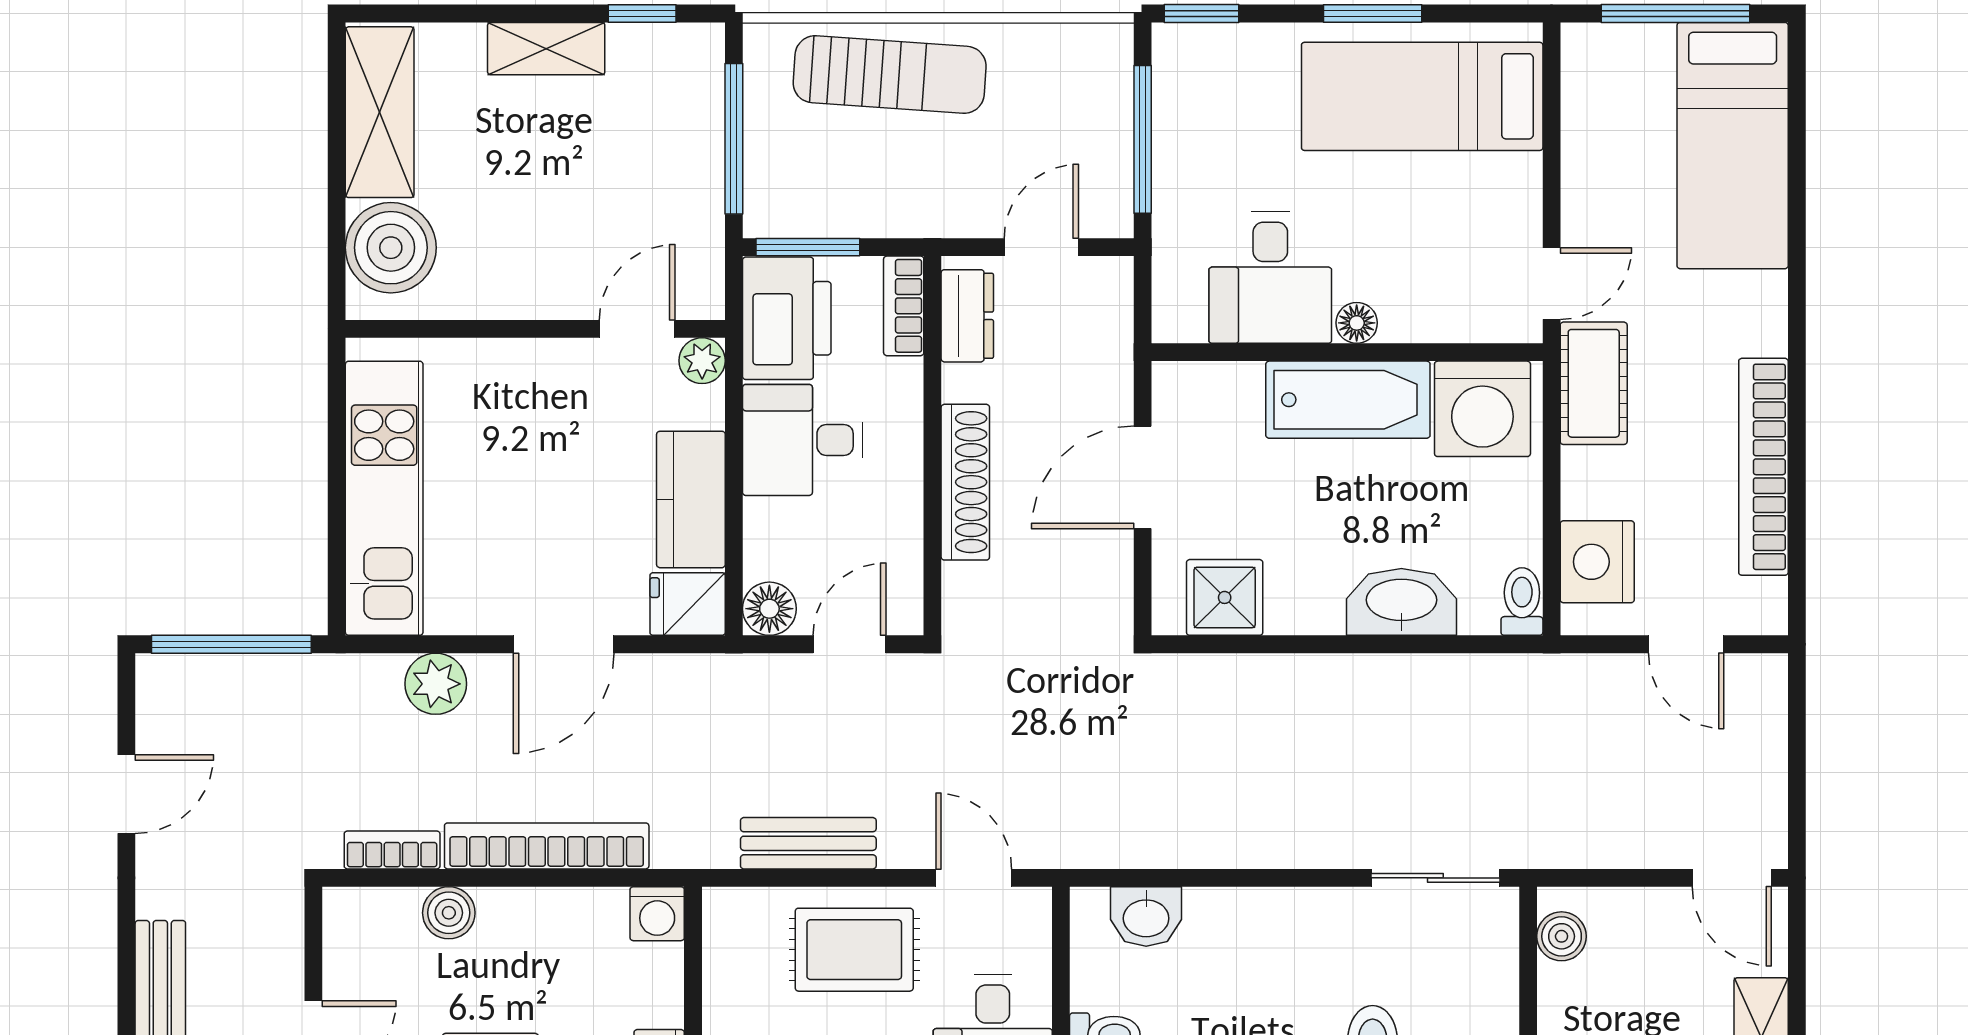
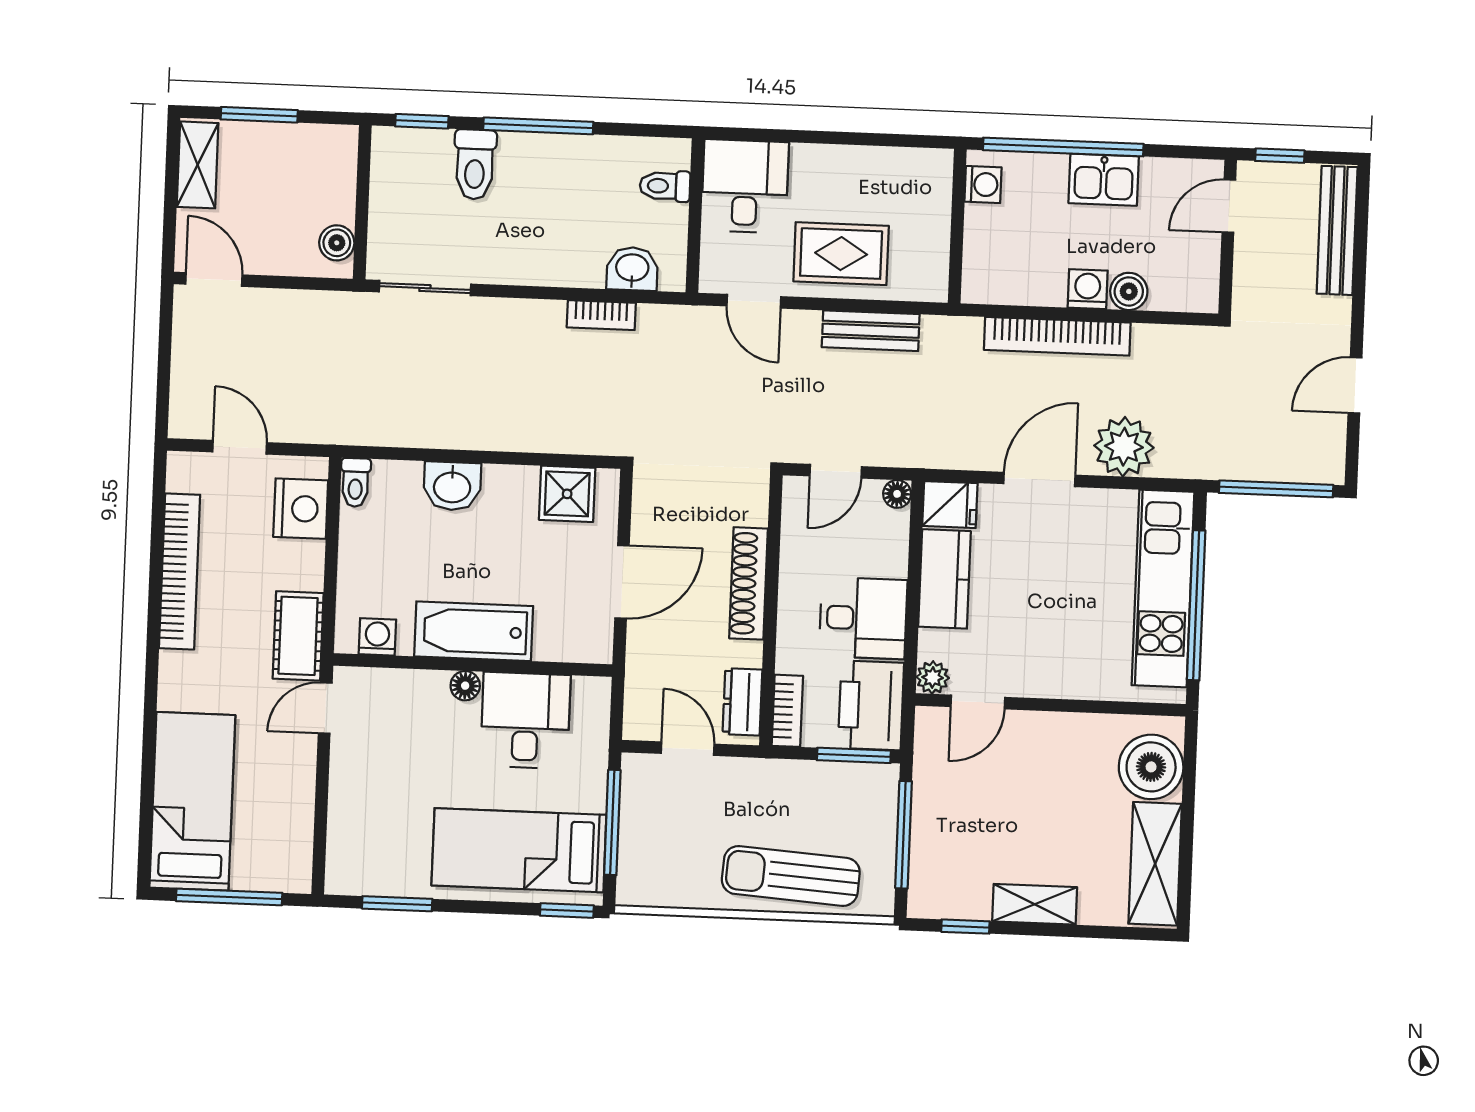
window: (1373, 13) -> (397, 904), moved
bed: (1422, 96) -> (519, 850), moved, turned 180
door: (1041, 247) -> (688, 749), swing flipped
washing machine: (1482, 409) -> (377, 637), width x0.53, depth x0.53
window: (337, 477) -> (1196, 605), added
washbasin: (1401, 602) -> (452, 486), width x0.72
floor lamp: (769, 609) -> (897, 494), width x0.73, depth x0.73
plant: (436, 684) -> (1124, 447), width x1.36, depth x1.36
bookcase: (392, 850) -> (601, 315), moved
washing machine: (657, 914) -> (1088, 289), moved

